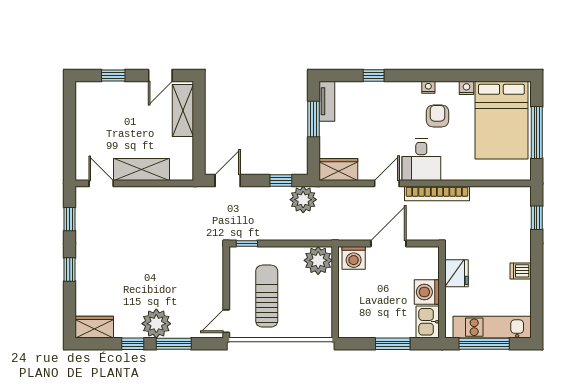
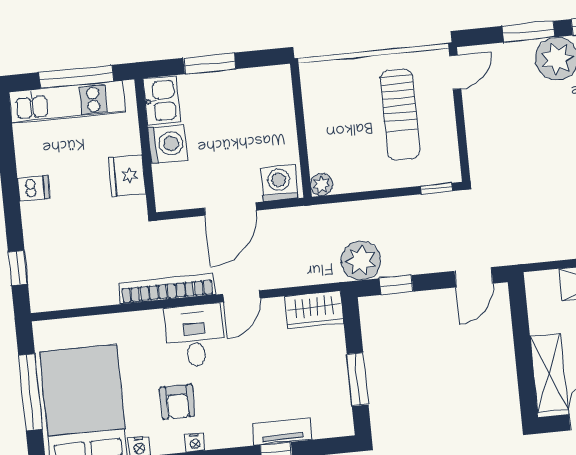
tv unit: (327, 101) -> (282, 431), moved, turned 90
plant: (318, 260) -> (322, 185), width x0.53, depth x0.53

